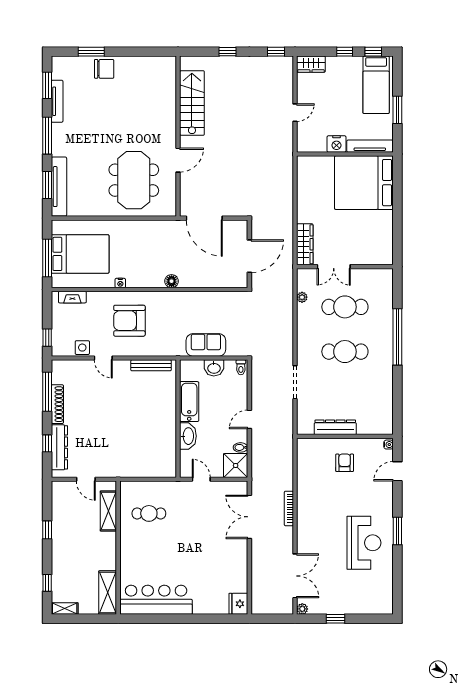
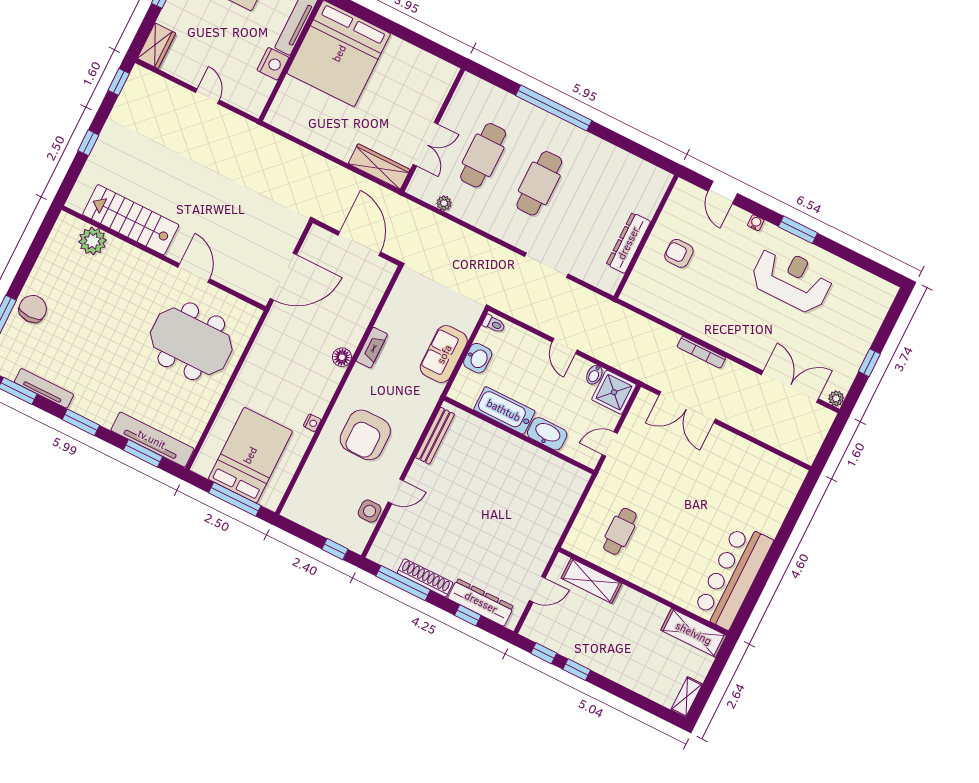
plant: (166, 85) -> (92, 241), added
window: (47, 136) -> (81, 422), width x0.69
fireplace: (72, 297) -> (372, 348), moved
water cooler: (389, 445) -> (756, 223), moved
window: (47, 583) -> (544, 653), moved
fridge: (238, 604) -> (790, 475), removed

